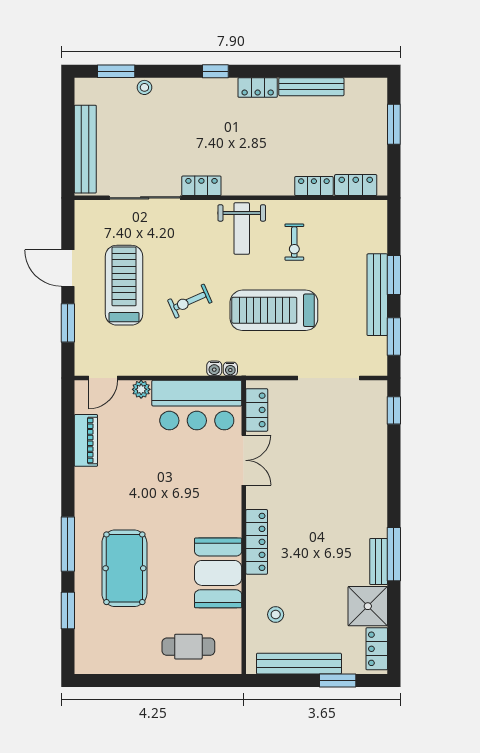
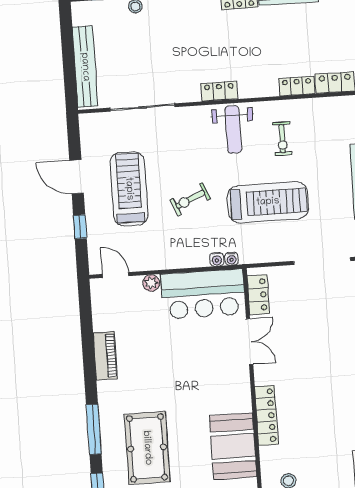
locker: (201, 186) -> (219, 91), moved
treadmill: (274, 310) -> (268, 202), turned 180
window: (68, 323) -> (80, 227), width x0.67
door: (103, 378) -> (116, 275), swing flipped
piano: (86, 440) -> (105, 356), moved

